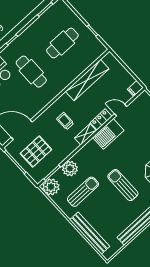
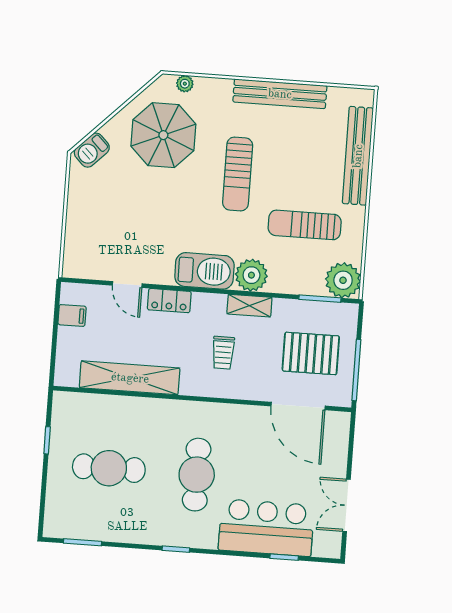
filing cabinet: (135, 88) -> (72, 315), moved
shelving: (85, 134) -> (249, 306), moved
barbecue: (108, 134) -> (204, 271), moved
plant: (70, 169) -> (251, 275), moved

